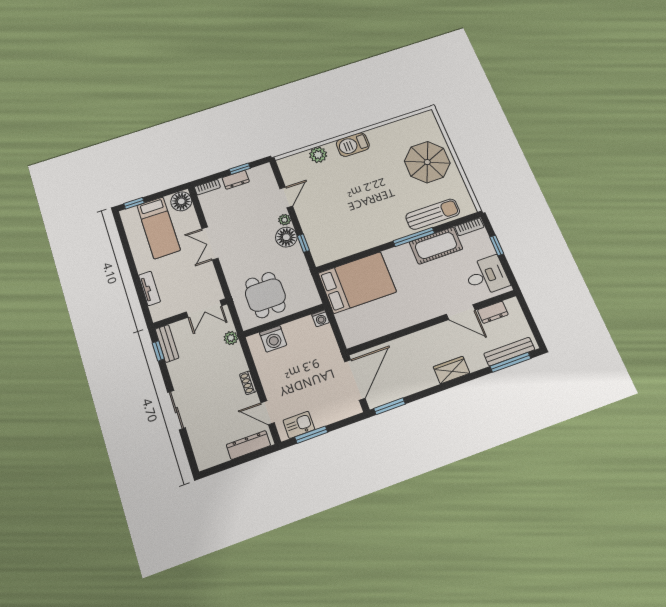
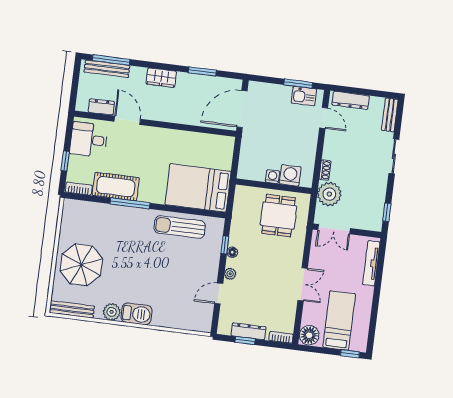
bench: (413, 121) -> (72, 309), added
plant: (318, 155) -> (112, 312), moved
dresser: (236, 180) -> (249, 331), width x1.44
sun lounger: (433, 214) -> (180, 227), moved
floor lamp: (286, 237) -> (232, 252), width x0.53, depth x0.53
tv unit: (149, 288) -> (371, 263), width x1.41
double door: (204, 309) -> (334, 229), swing flipped
washing machine: (321, 318) -> (272, 177), moved
plant: (231, 338) -> (329, 194), width x1.88, depth x1.88
bench: (167, 343) -> (390, 115), moved
shoe rack: (248, 383) -> (325, 170), moved
window: (390, 406) -> (202, 71), moved

